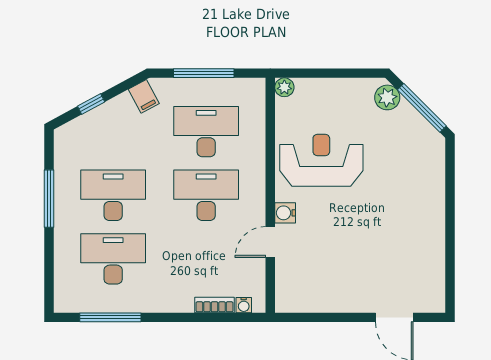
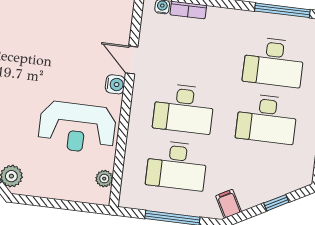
plant: (284, 87) -> (104, 179), moved
door: (270, 242) -> (132, 60), swing flipped

